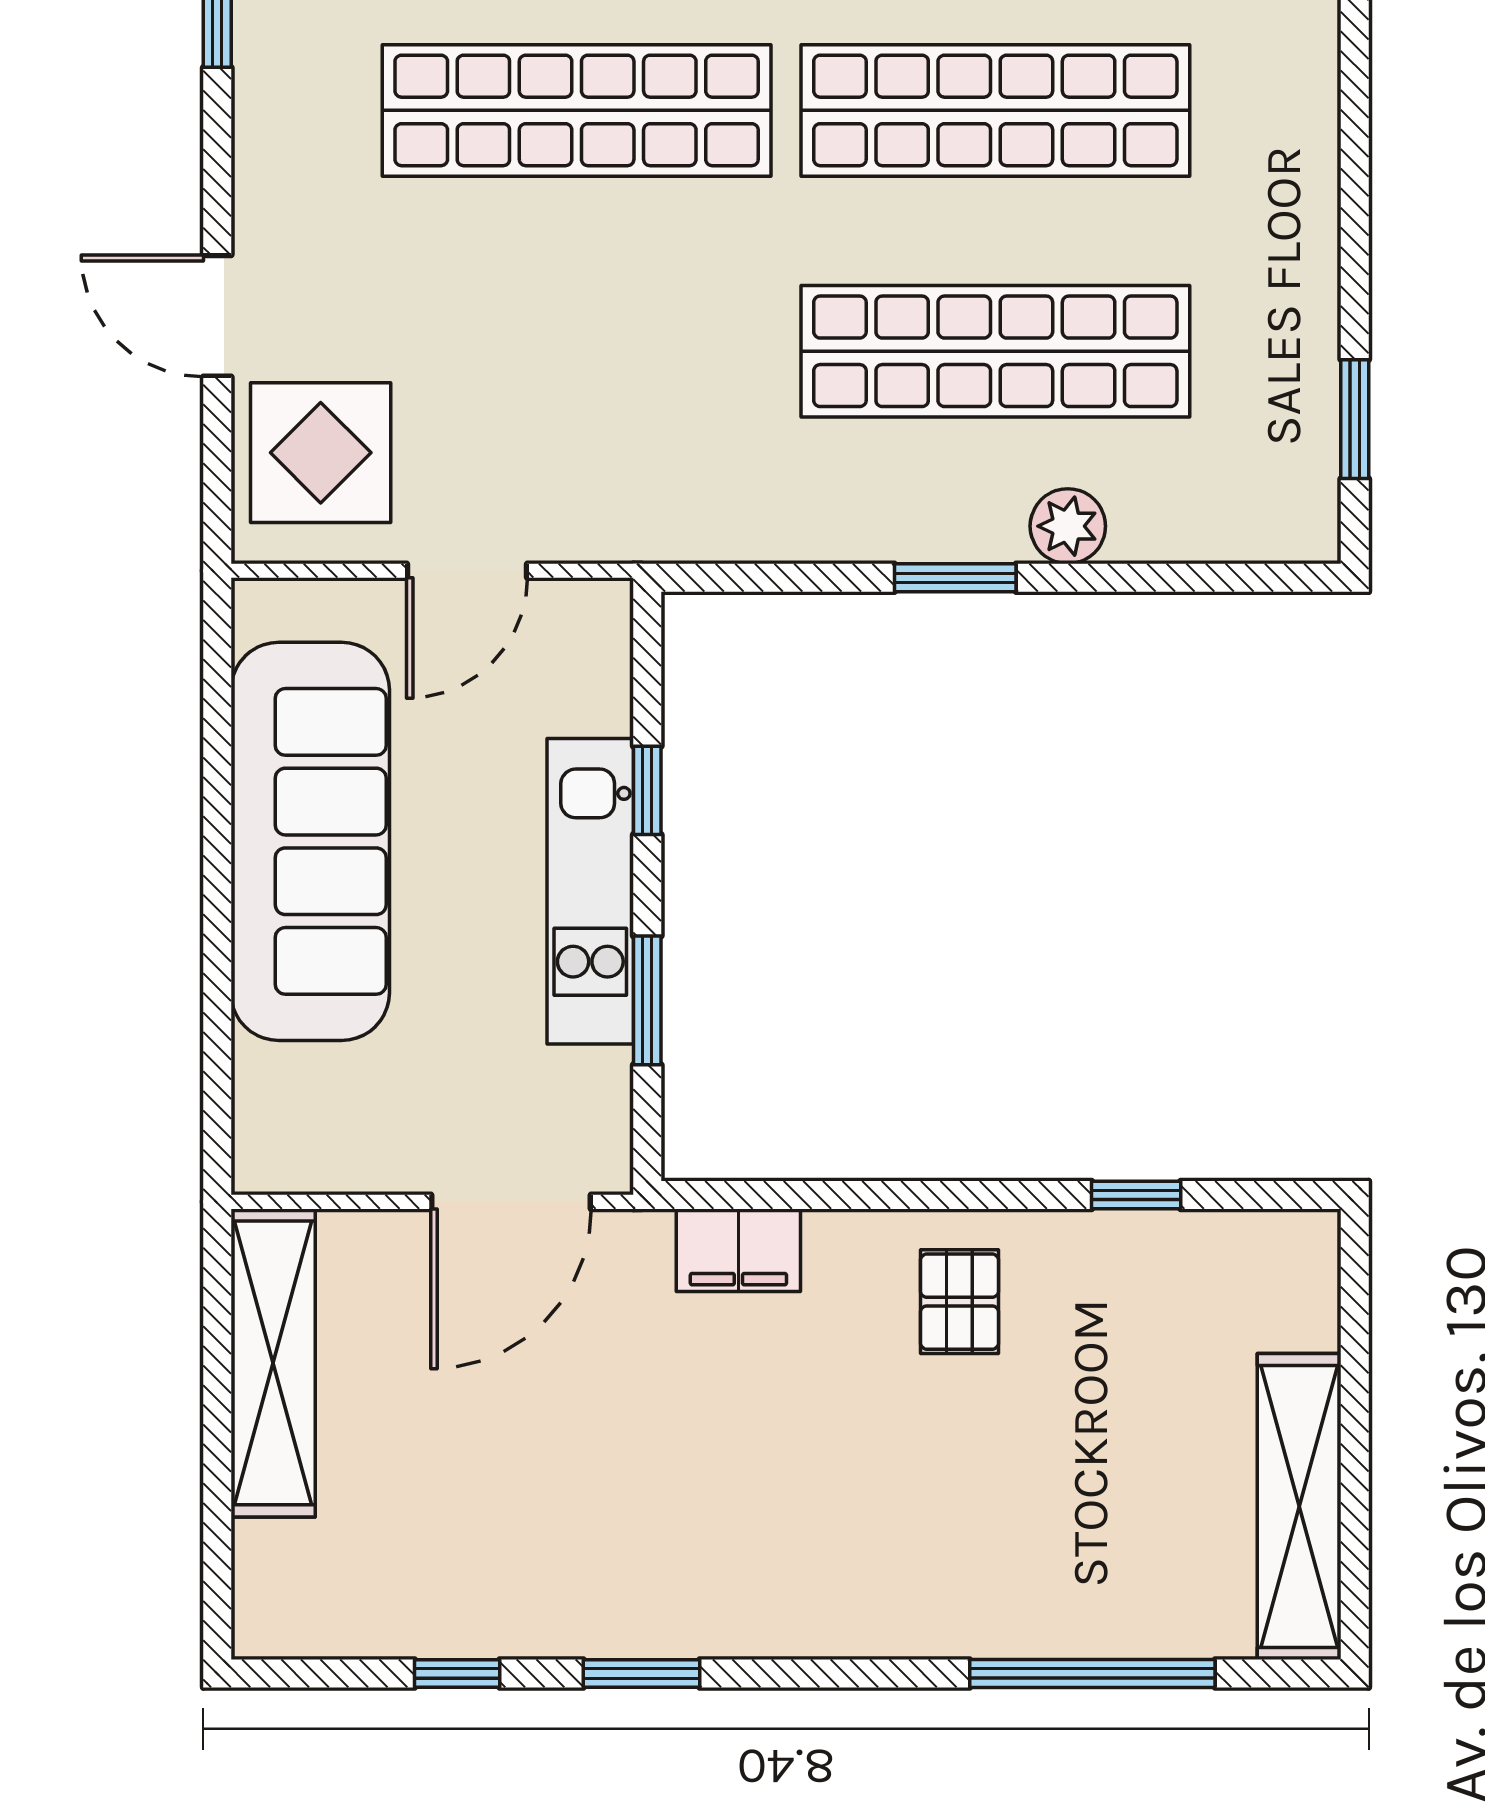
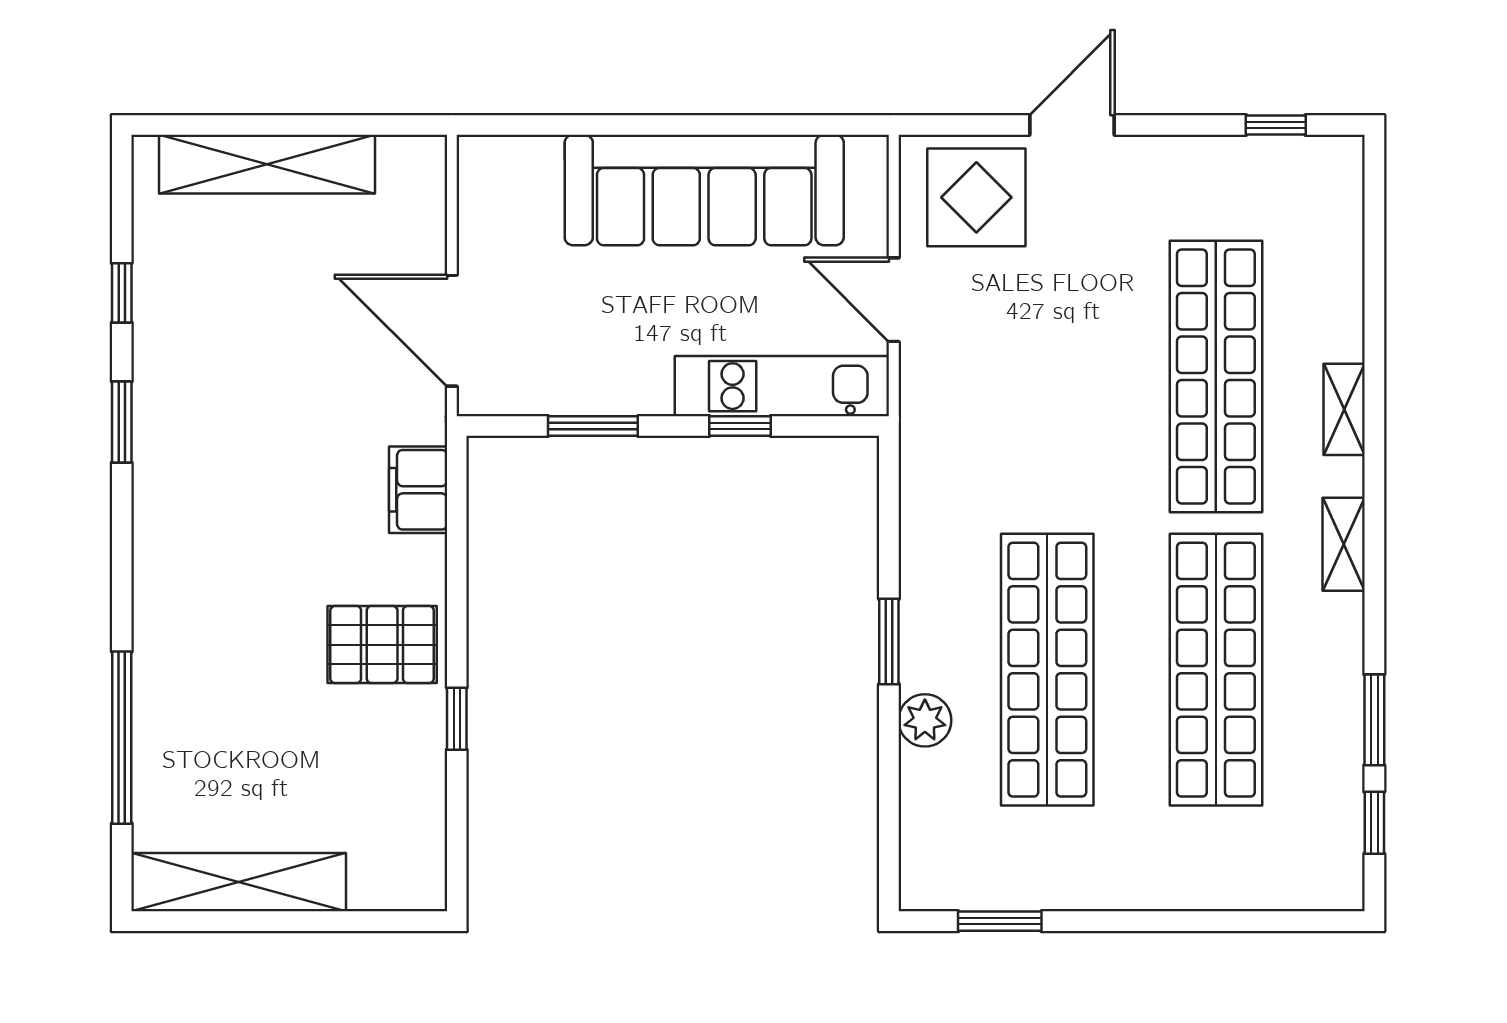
kitchen unit: (590, 891) -> (782, 386), moved
window: (1136, 1195) -> (457, 719), moved
pallet: (960, 1302) -> (382, 645), width x1.50, depth x1.42
shelving: (273, 1363) -> (267, 164), moved

